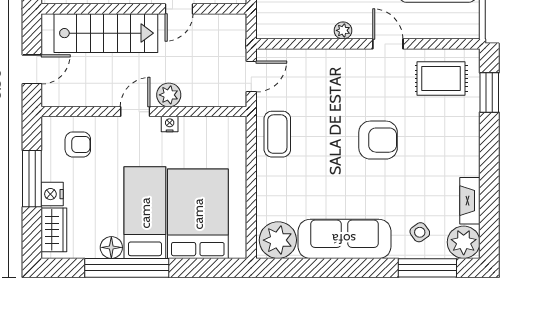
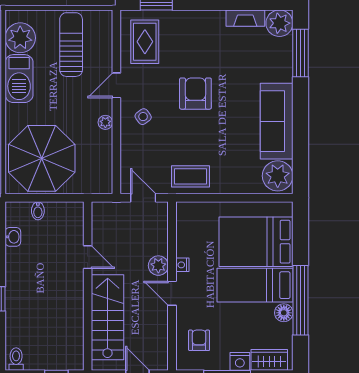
side table: (420, 232) -> (143, 117), moved

